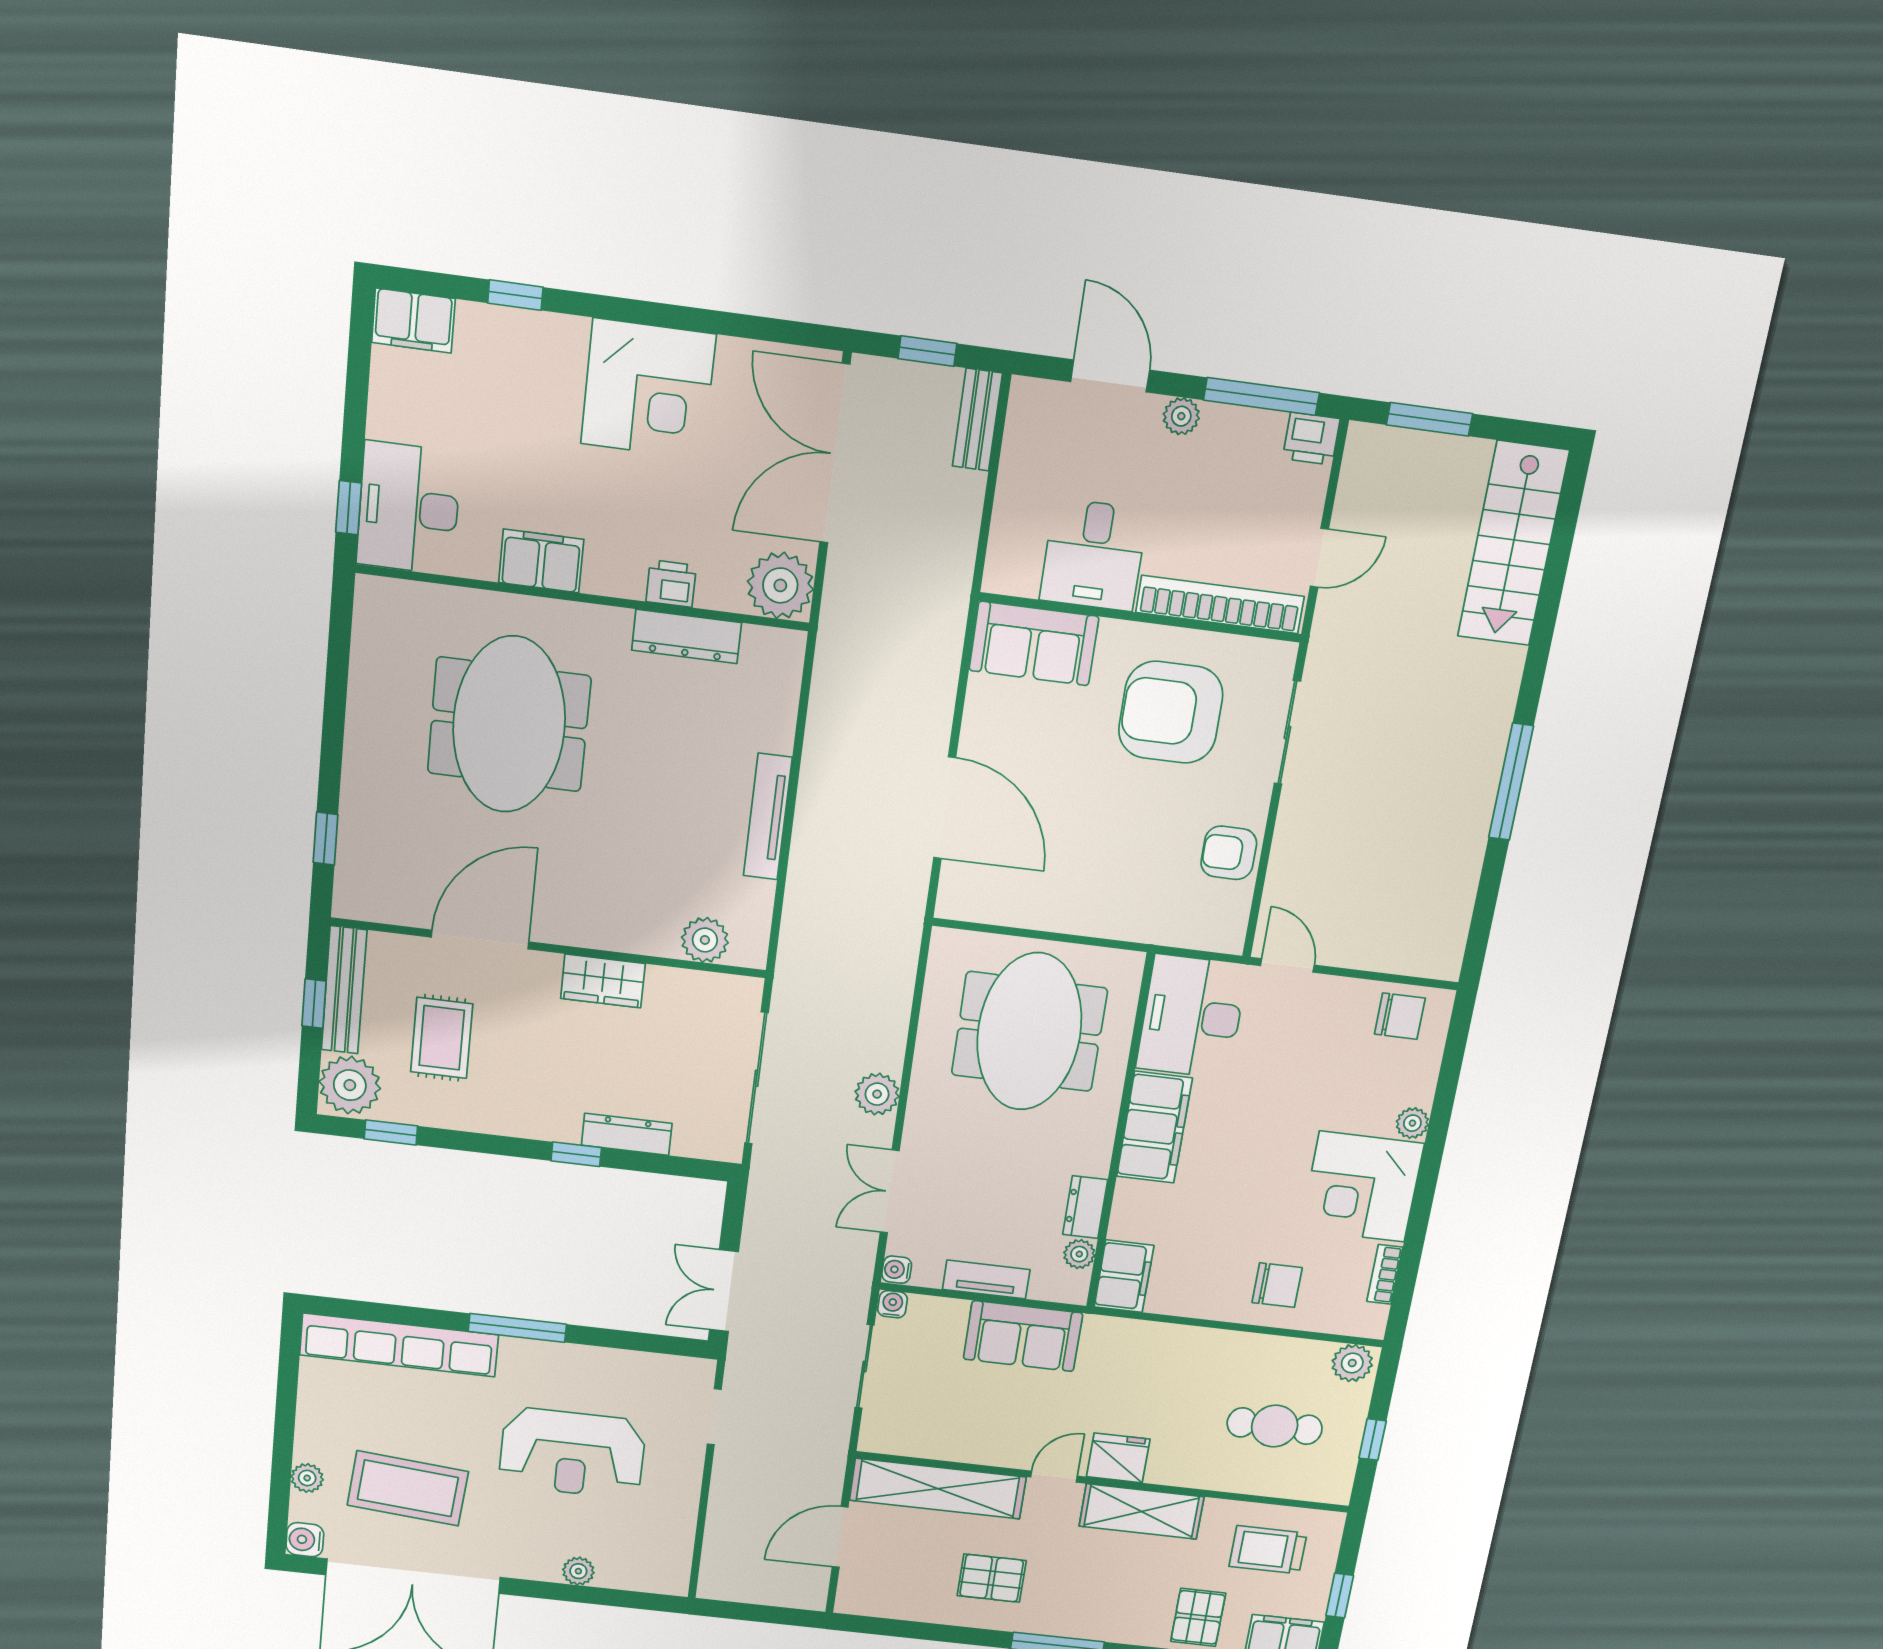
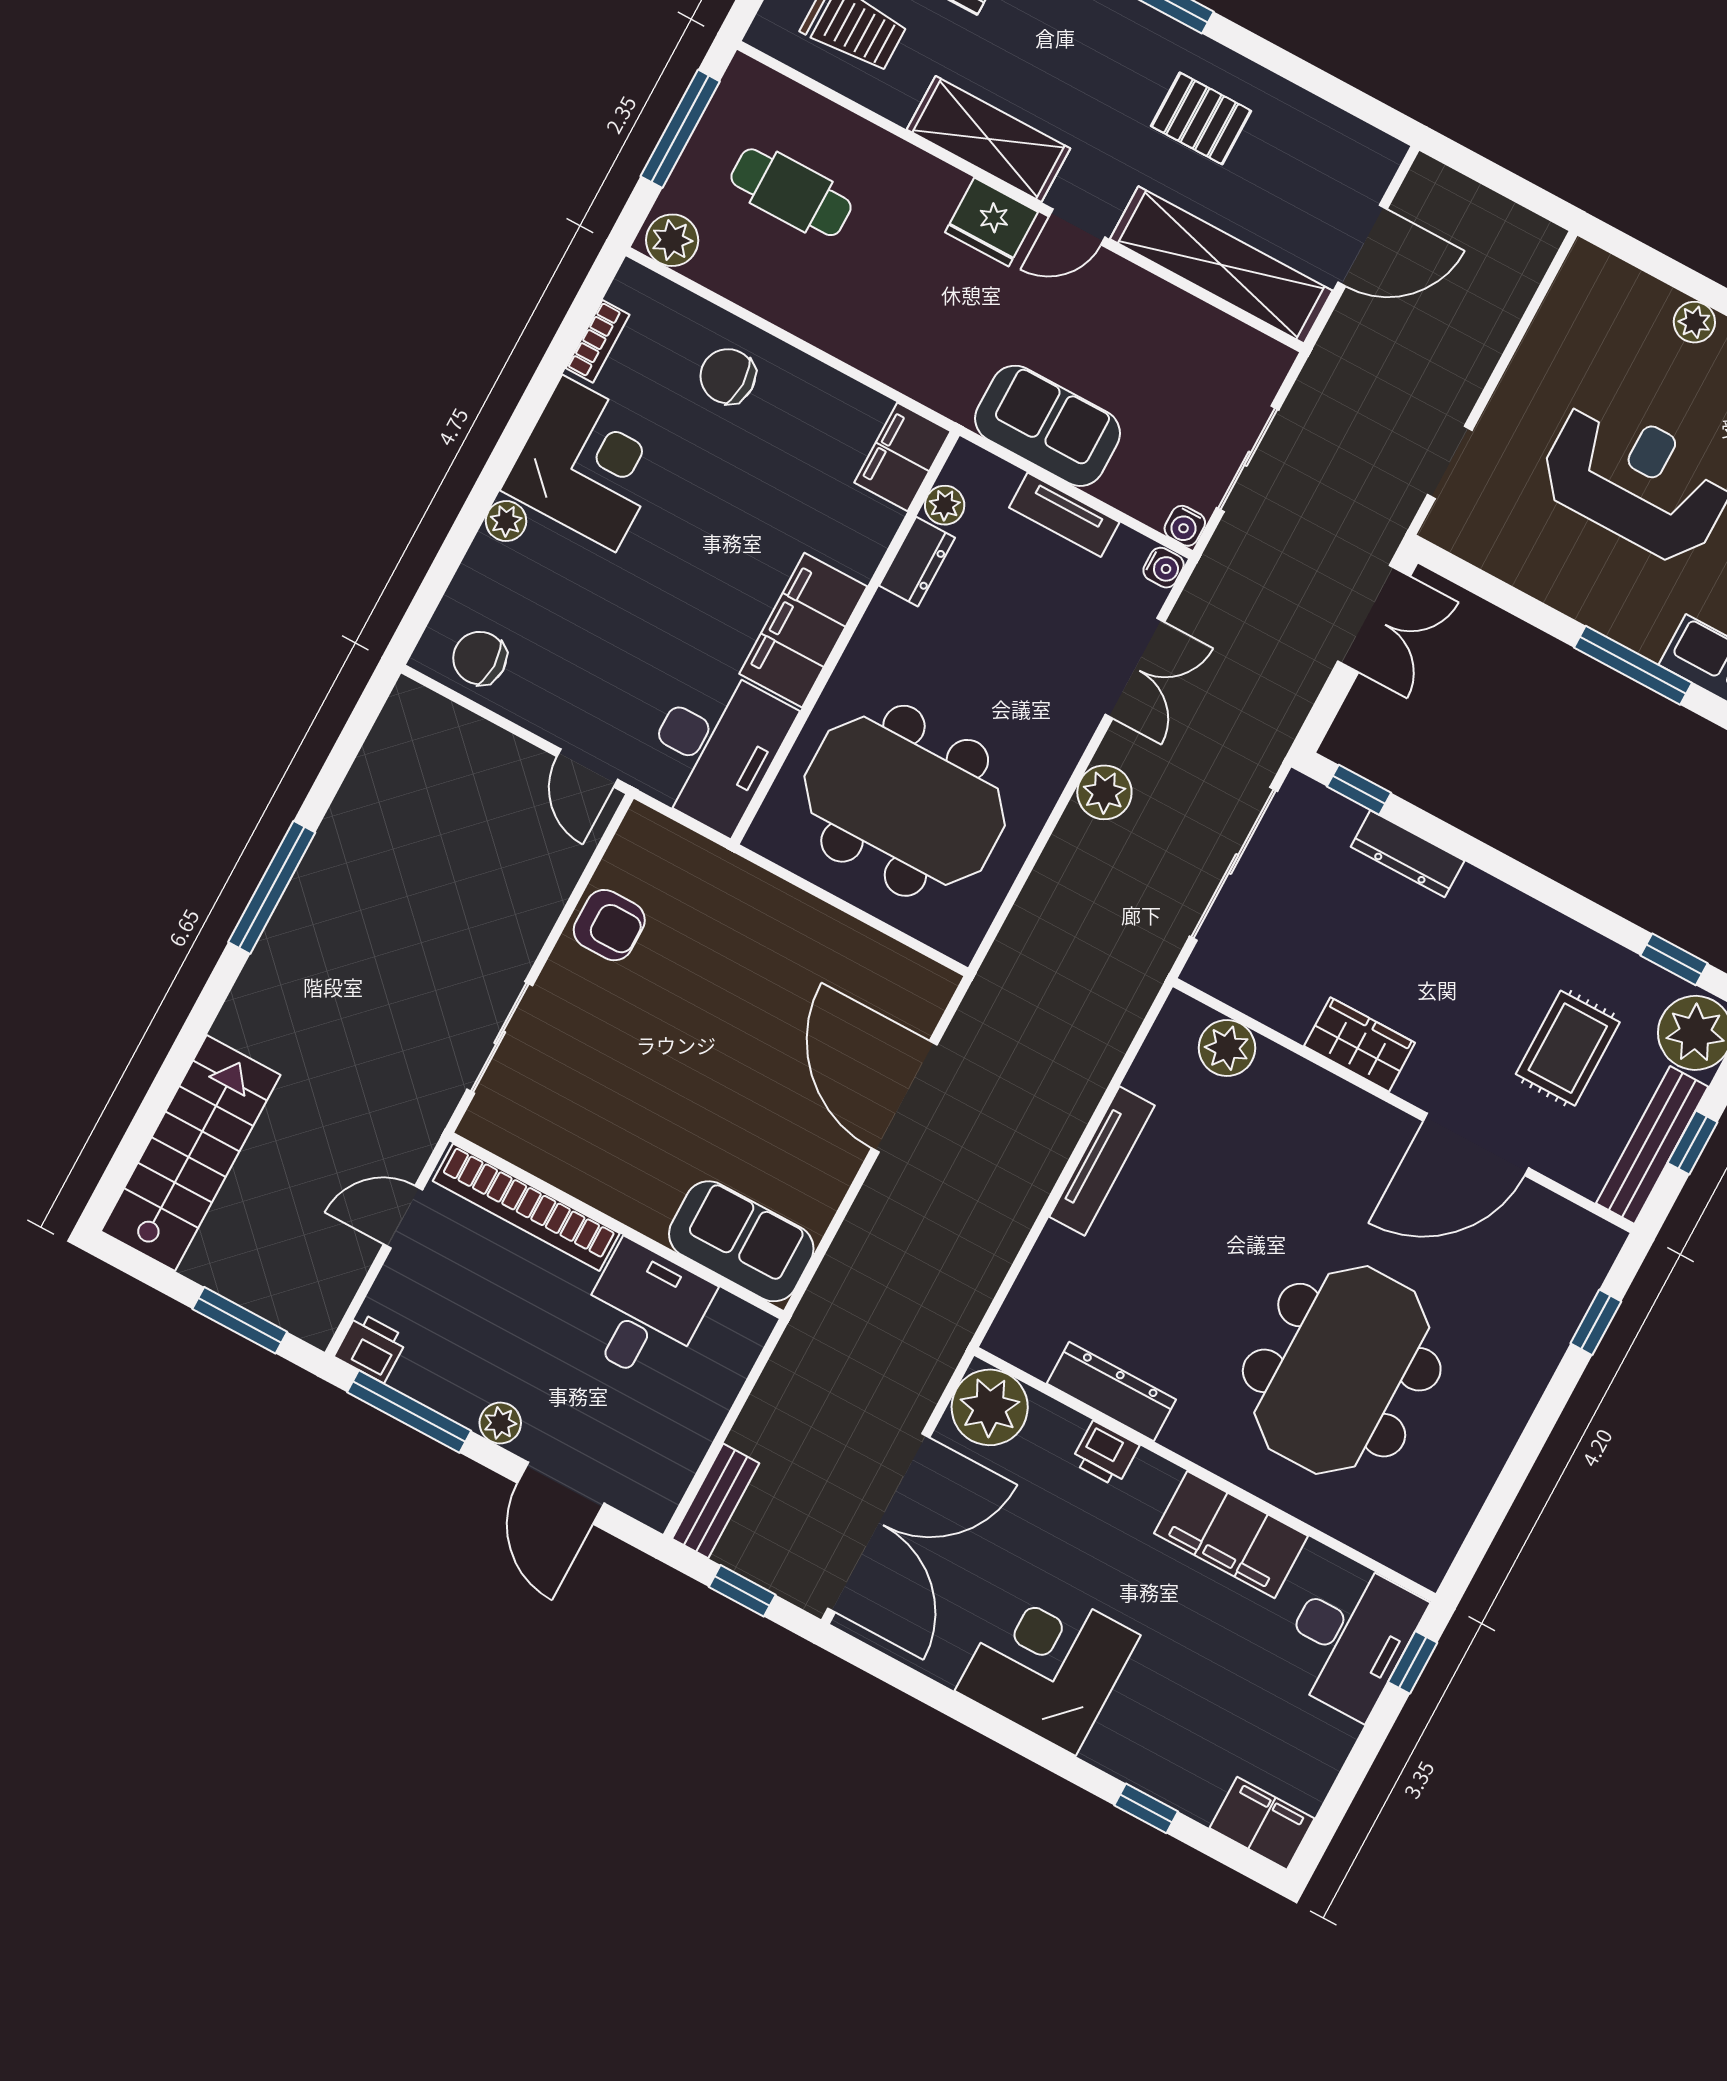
filing cabinet: (541, 561) -> (1231, 1535), width x1.50, depth x1.17
armchair: (1171, 712) -> (620, 1109), removed
meeting table: (1029, 1032) -> (905, 801), turned 90
window: (576, 1154) -> (1359, 790), moved
window: (1372, 1439) -> (680, 129), width x2.17

